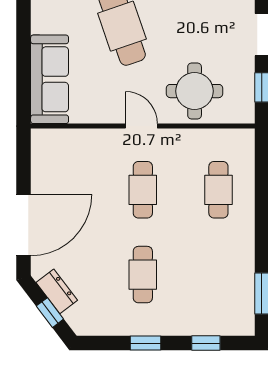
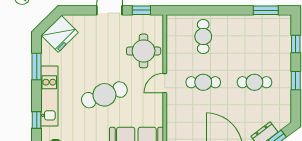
cafe table: (218, 190) -> (203, 37), turned 90

